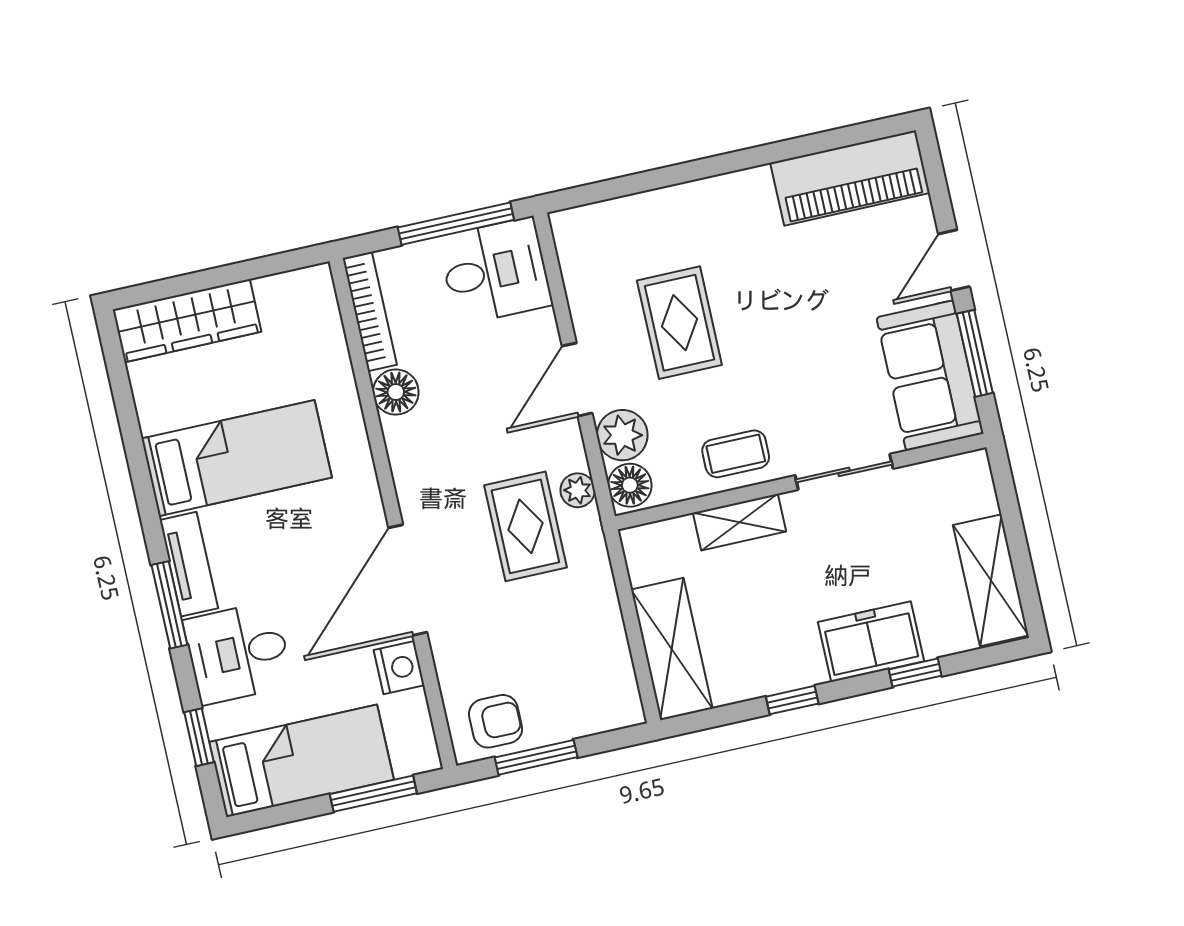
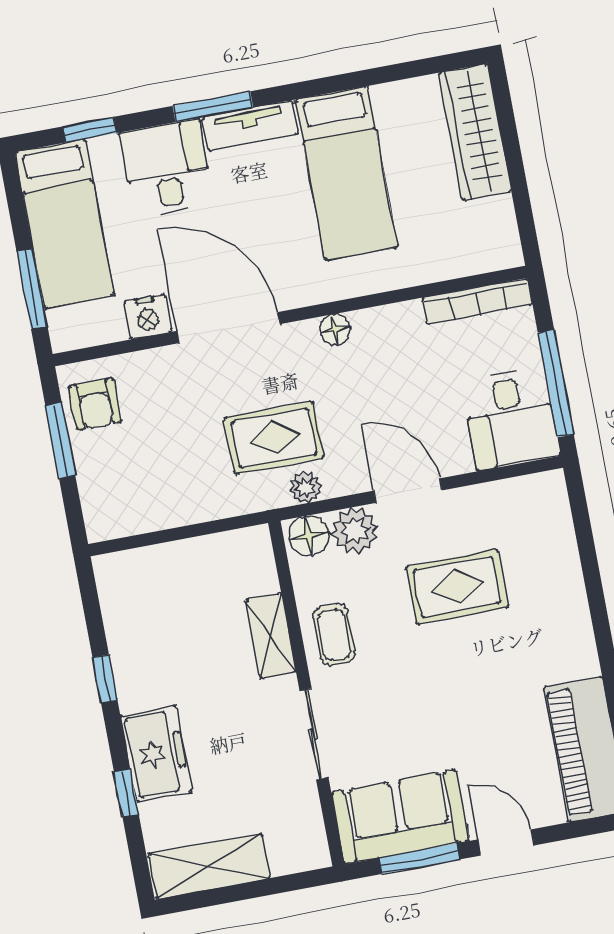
floor lamp: (396, 392) -> (335, 329), moved, width x0.73, depth x0.73
shelving: (672, 649) -> (156, 569), removed

